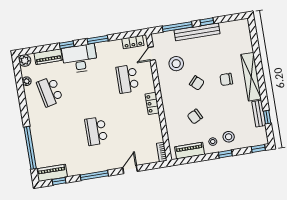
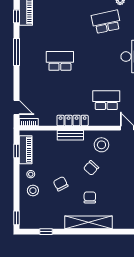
stool: (176, 64) -> (101, 145), moved
locker: (152, 103) -> (73, 121), width x1.53
bench: (259, 114) -> (70, 135), moved
chair: (195, 117) -> (61, 184), moved
window: (225, 154) -> (17, 151), moved
door: (130, 170) -> (17, 107), moved

